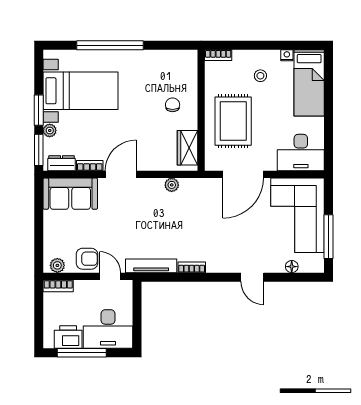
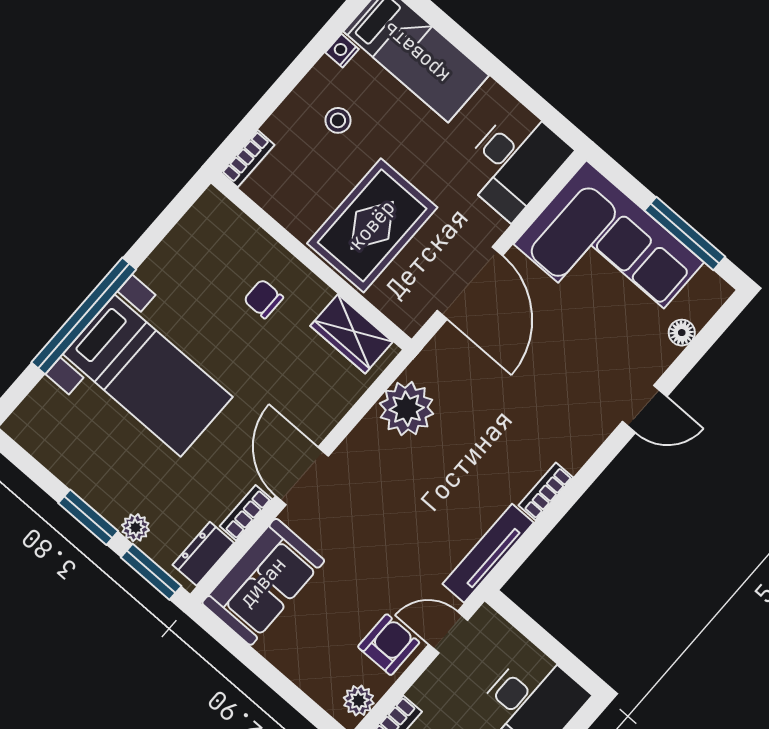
bed with nightstands: (81, 91) -> (148, 376), moved, turned 90
rug: (233, 121) -> (372, 225), turned 90
plant: (172, 185) -> (407, 409), width x1.87, depth x1.87

